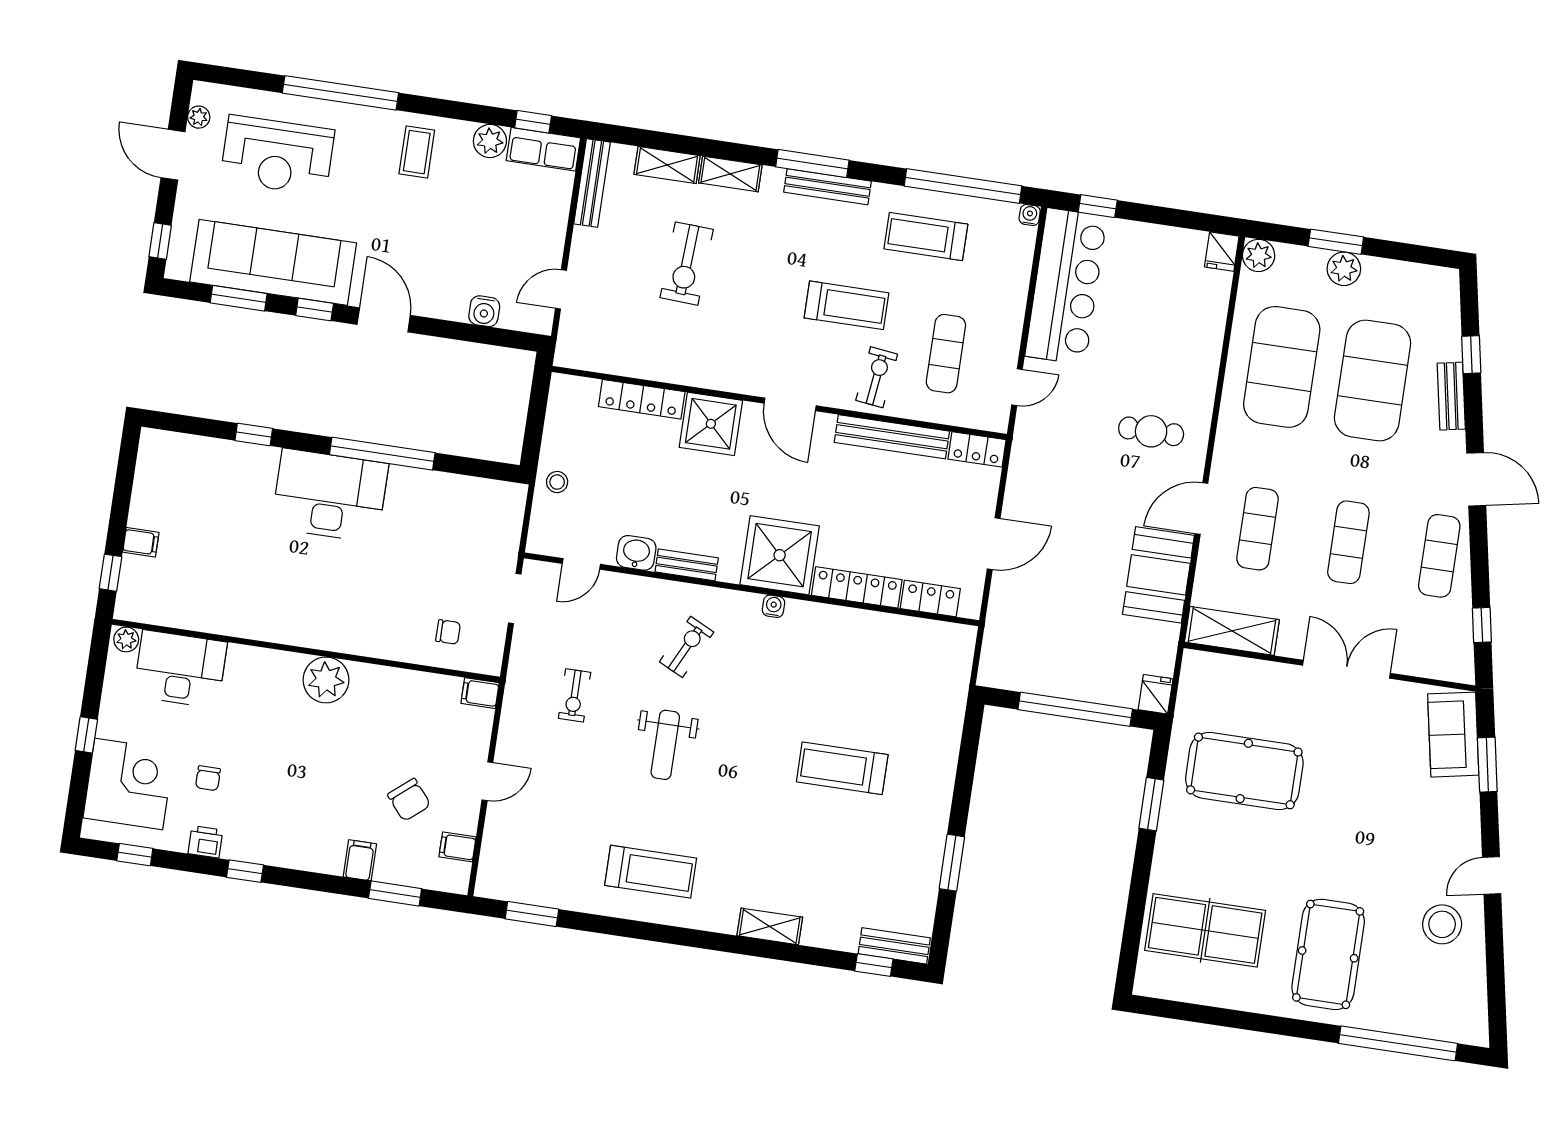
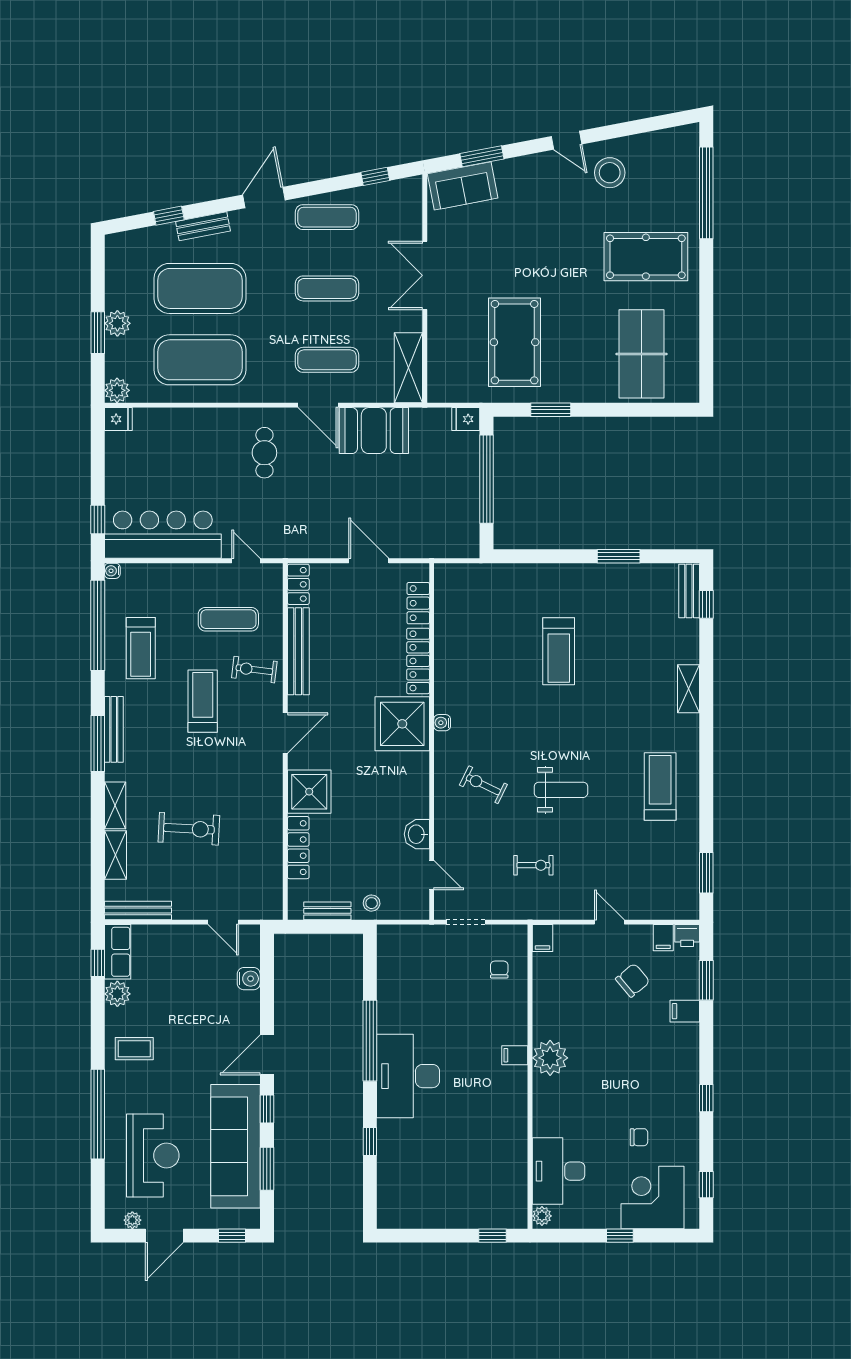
filing cabinet: (141, 542) -> (515, 1055), moved, turned -90
bench: (687, 565) -> (327, 911), moved, turned 90
printer: (205, 842) -> (687, 936), moved, turned -90

